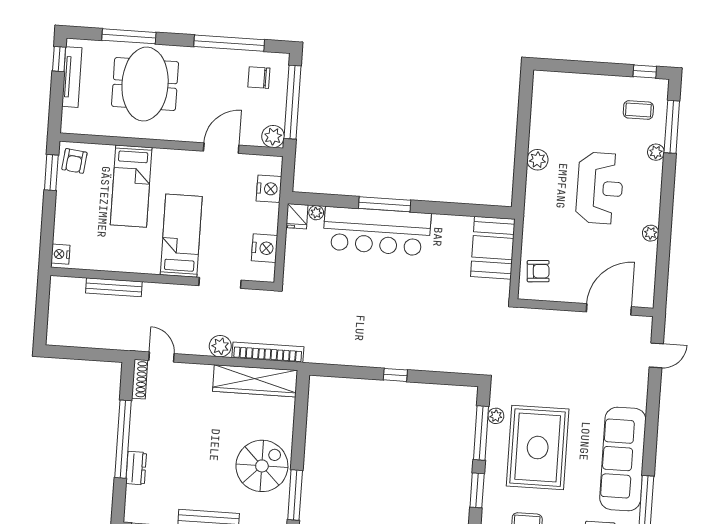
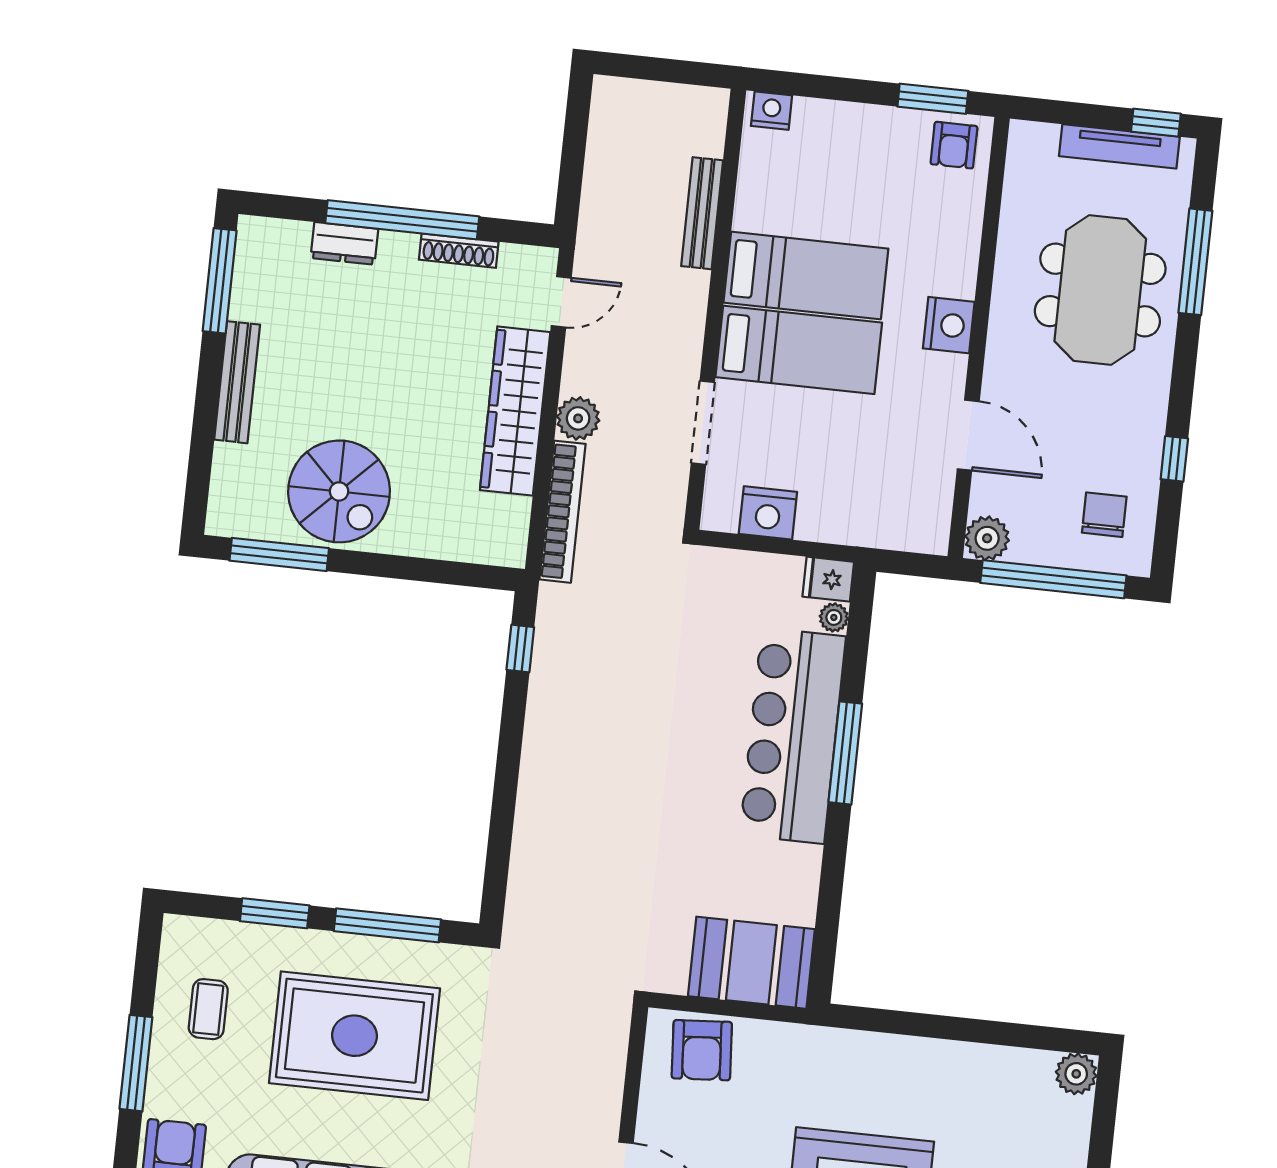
window: (229, 43) -> (1174, 459), width x0.32
meeting table: (145, 84) -> (1100, 290), turned 90
plant: (537, 160) -> (1076, 1074), moved
armchair: (74, 161) -> (954, 145), turned -97
bed: (131, 186) -> (806, 276), moved, turned 180
nightstand: (269, 189) -> (949, 325), moved, turned -90
armchair: (538, 271) -> (702, 1050), width x1.38, depth x1.38
window: (395, 375) -> (520, 648), moved
shoe rack: (140, 379) -> (459, 251), moved
wardrobe: (255, 381) -> (515, 411), moved
plant: (496, 416) -> (420, 956), removed

